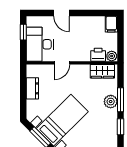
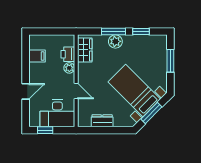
filing cabinet: (111, 24) -> (37, 56), moved
plant: (112, 56) -> (69, 68), moved

